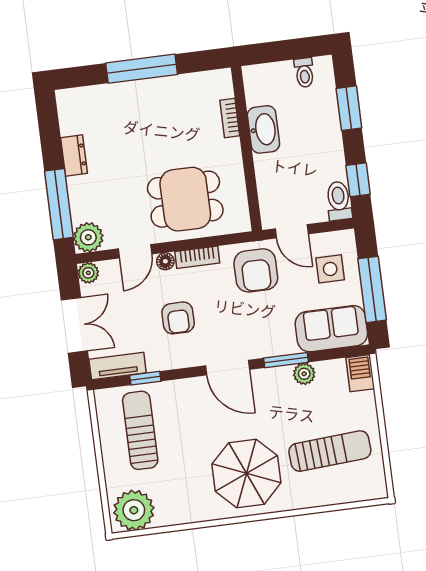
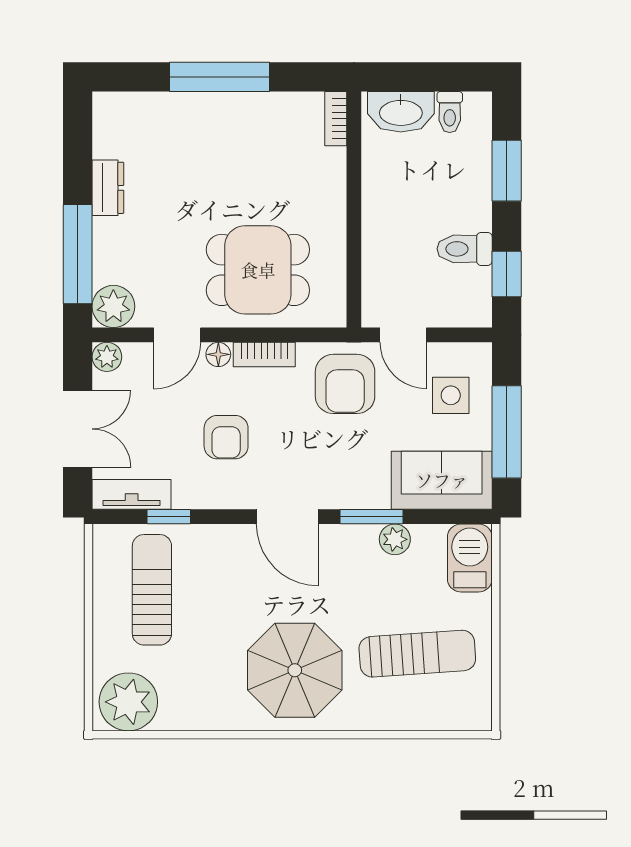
bookcase: (230, 118) -> (336, 119), moved
washbasin: (263, 129) -> (401, 112), moved, turned 90
toilet: (339, 201) -> (465, 249), moved, turned -90
barbecue: (360, 373) -> (470, 558), width x1.38, depth x1.27

